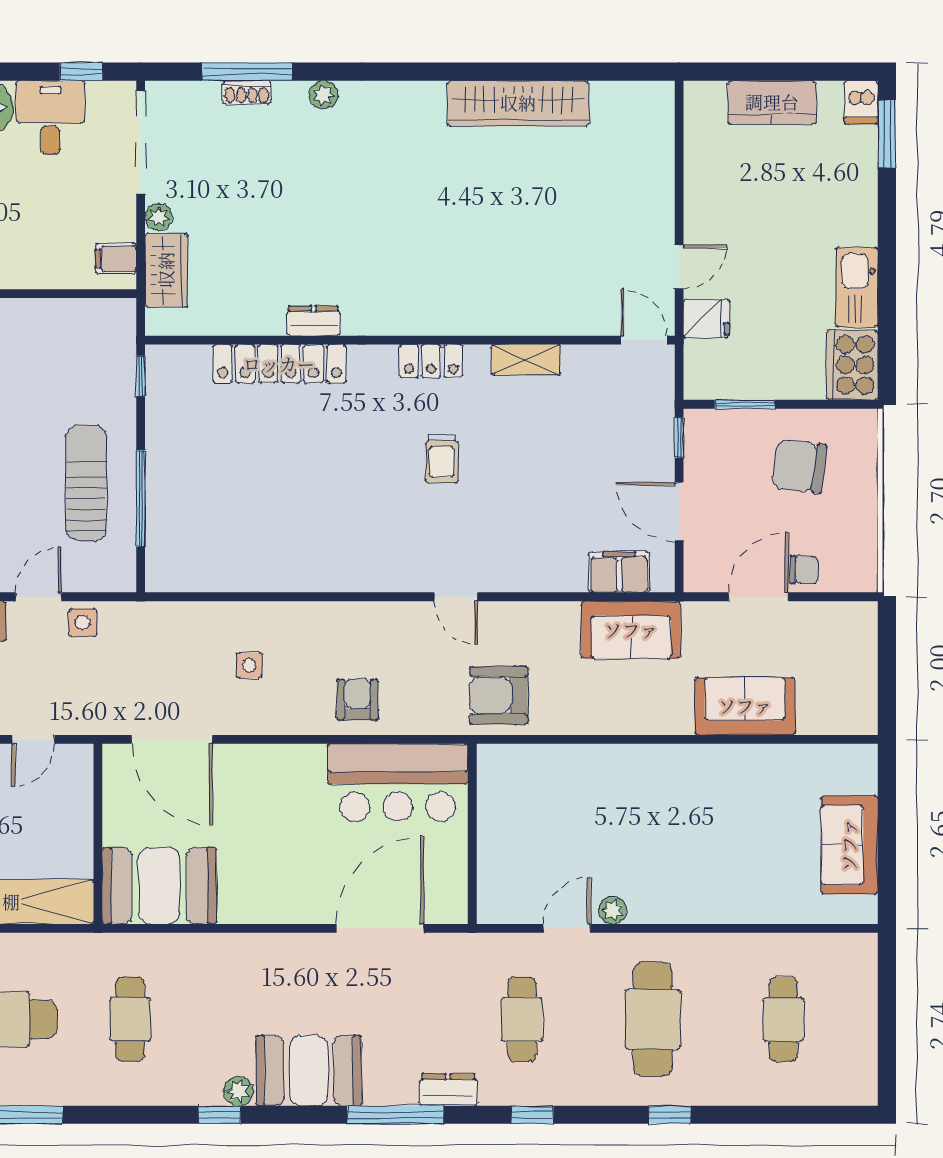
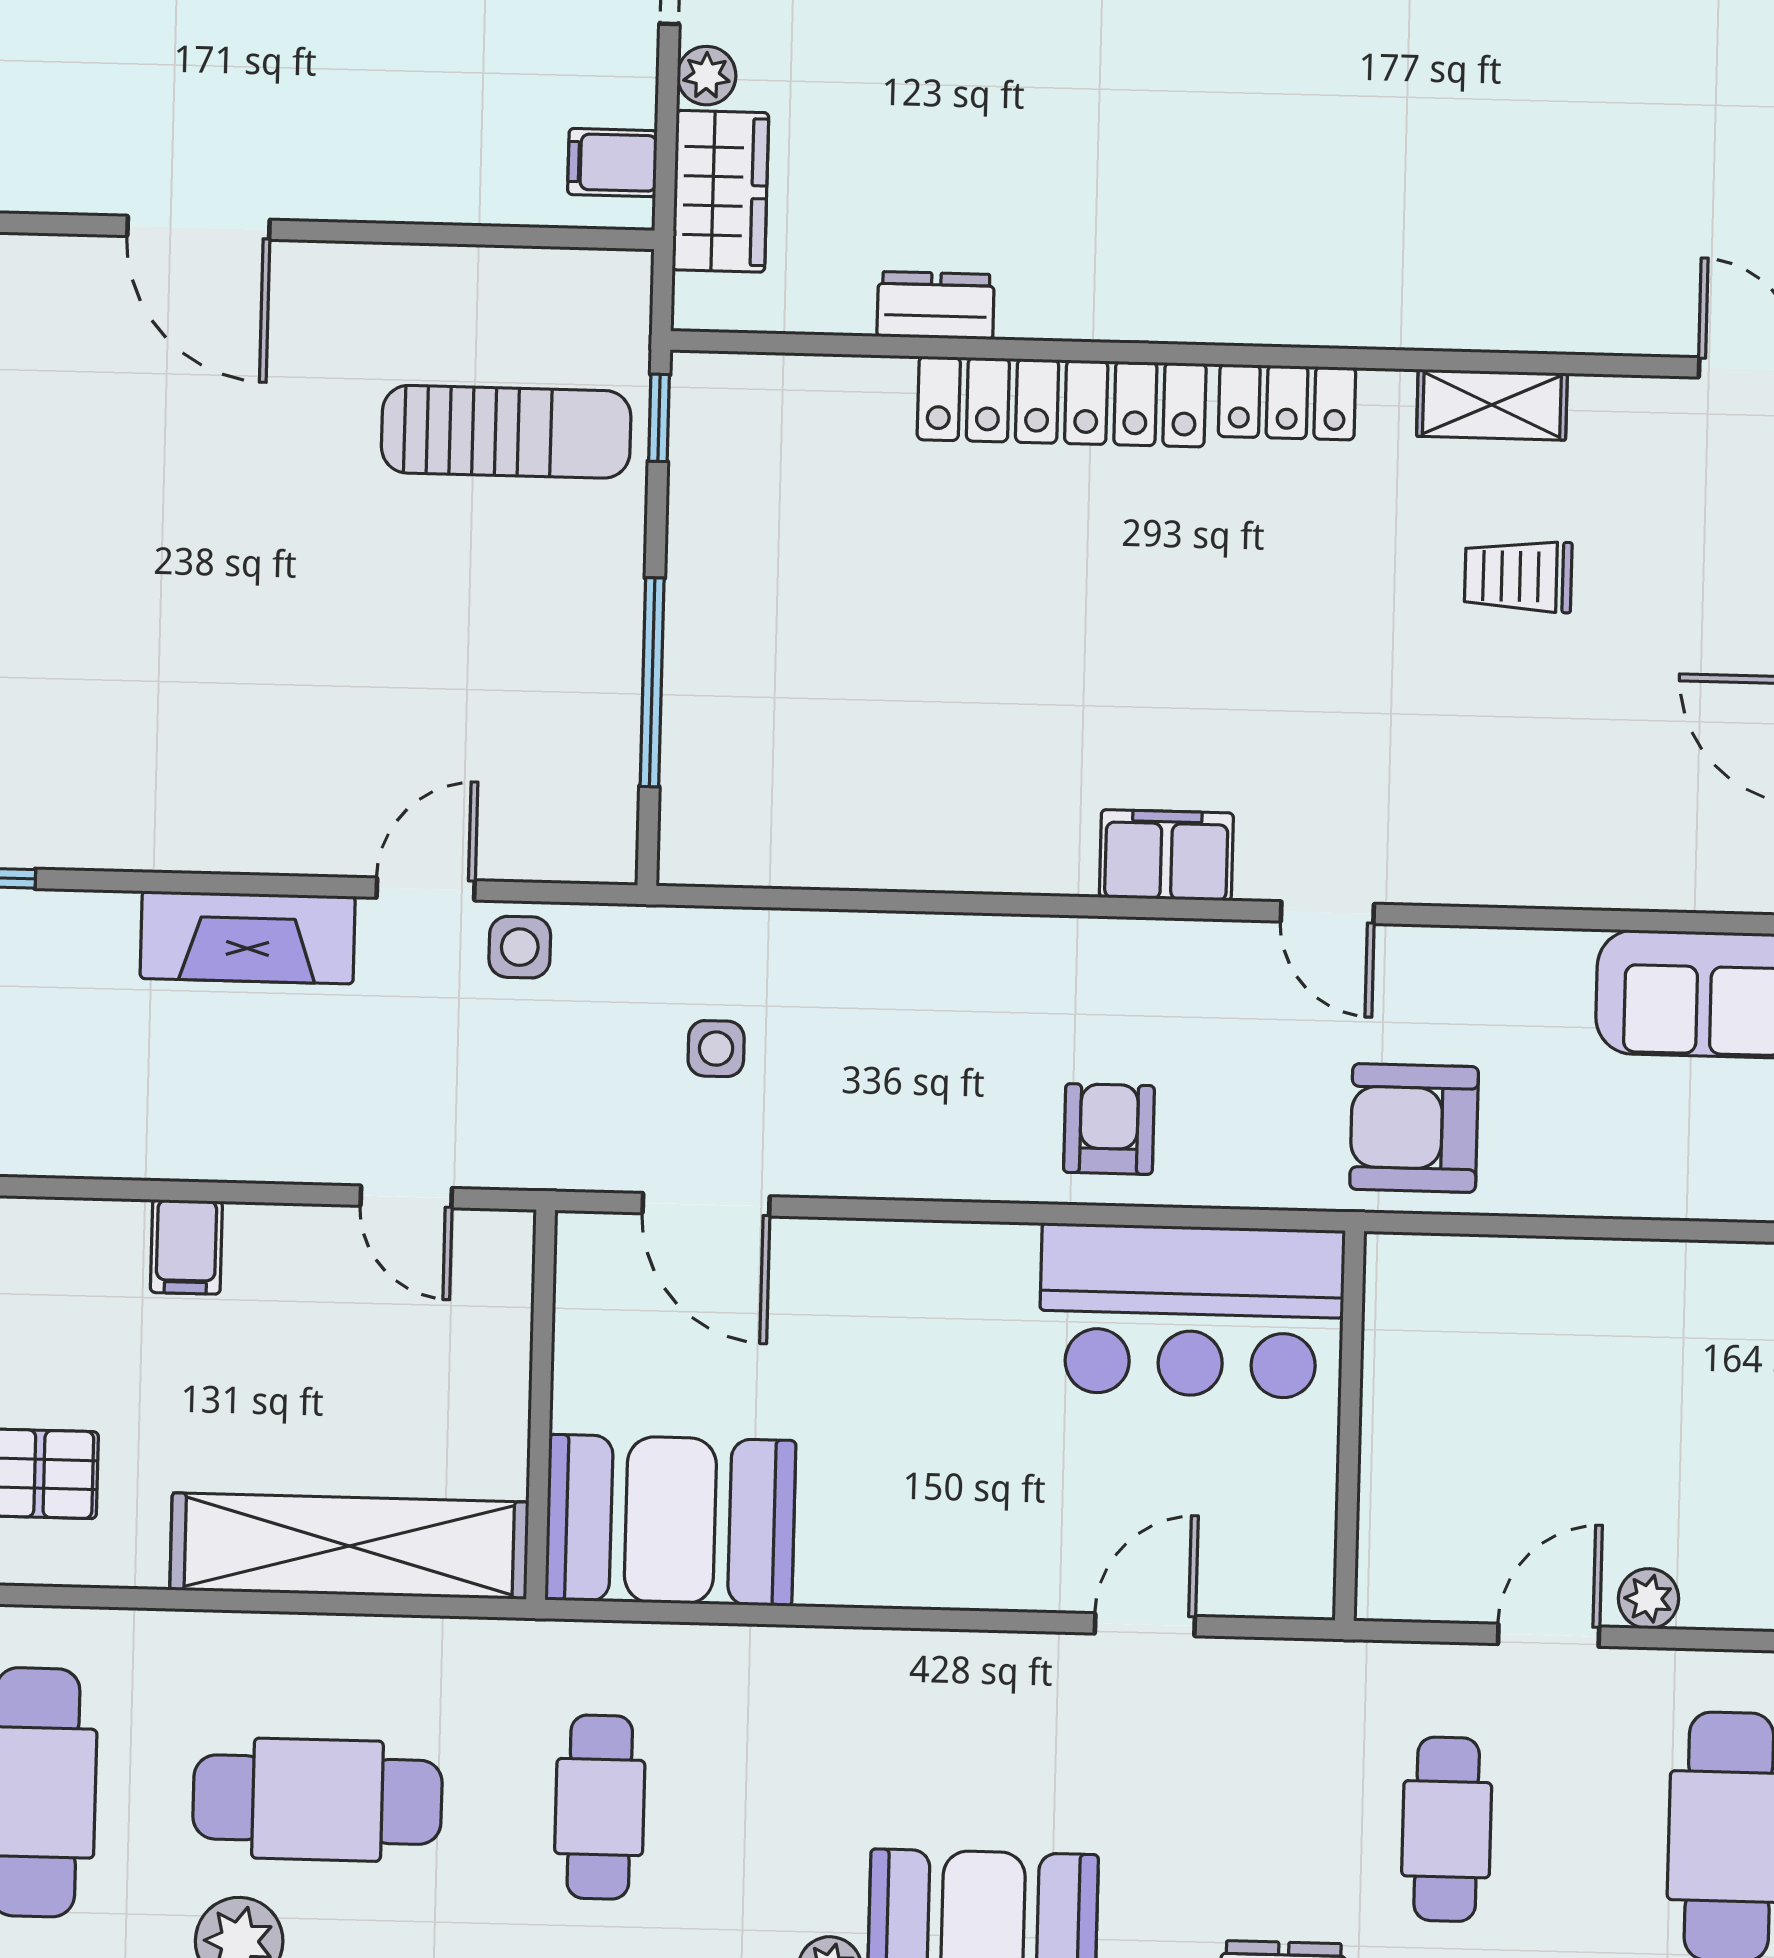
dresser: (313, 321) -> (936, 306), moved
locker: (279, 364) -> (1062, 402), moved
trolley: (442, 458) -> (1518, 576), moved, turned 90
sun lounger: (86, 483) -> (506, 432), moved, turned 90
filing cabinet: (619, 572) -> (1166, 855), moved
side table: (249, 665) -> (716, 1049), moved
door: (33, 739) -> (406, 1197), hinge flipped
door: (172, 739) -> (706, 1205), width x0.73
door: (380, 928) -> (1145, 1625), width x0.53

